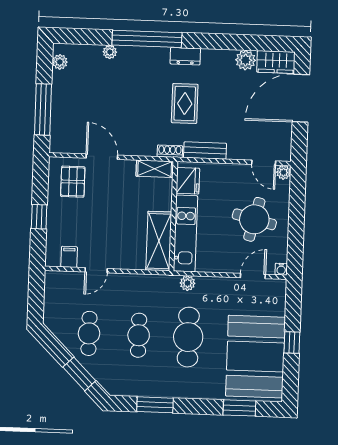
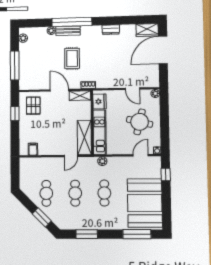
dresser: (185, 56) -> (111, 30), moved
plant: (246, 60) -> (129, 30), removed
rug: (185, 104) -> (72, 58), moved
bench: (205, 150) -> (68, 31), moved
door: (102, 157) -> (59, 90), moved
door: (264, 163) -> (132, 89), moved
window: (39, 217) -> (15, 114), moved
door: (96, 270) -> (71, 156), moved
cafe table: (188, 337) -> (104, 193), width x0.73, depth x0.74
window: (292, 343) -> (166, 174), moved
window: (239, 408) -> (137, 234), width x1.44

